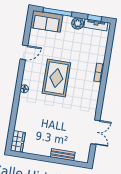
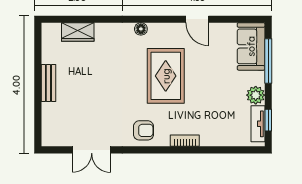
rug: (56, 78) -> (166, 76), turned 90
armchair: (88, 97) -> (143, 130), added
wardrobe: (18, 142) -> (78, 32), moved
bench: (63, 155) -> (48, 83), moved

